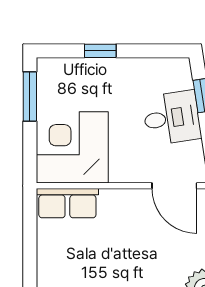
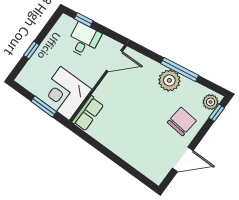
window: (30, 96) -> (44, 106), moved

